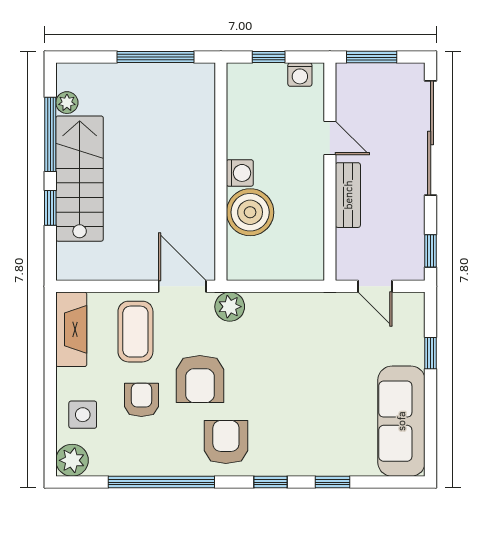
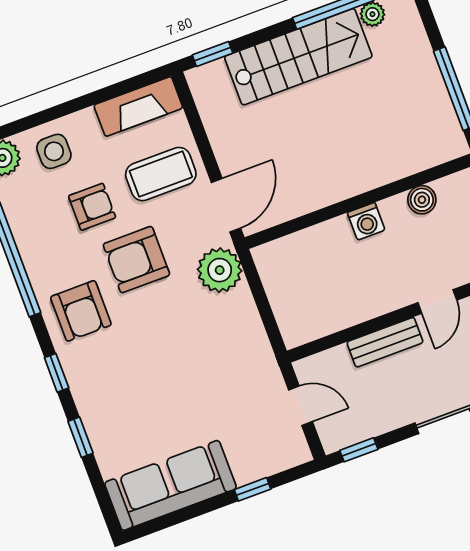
window: (50, 208) -> (213, 54), moved
boiler: (250, 212) -> (422, 200), moved, width x0.54, depth x0.54
door: (375, 286) -> (301, 406), swing flipped
plant: (230, 307) -> (220, 270), width x1.36, depth x1.36
armchair: (226, 442) -> (81, 311), turned 90

